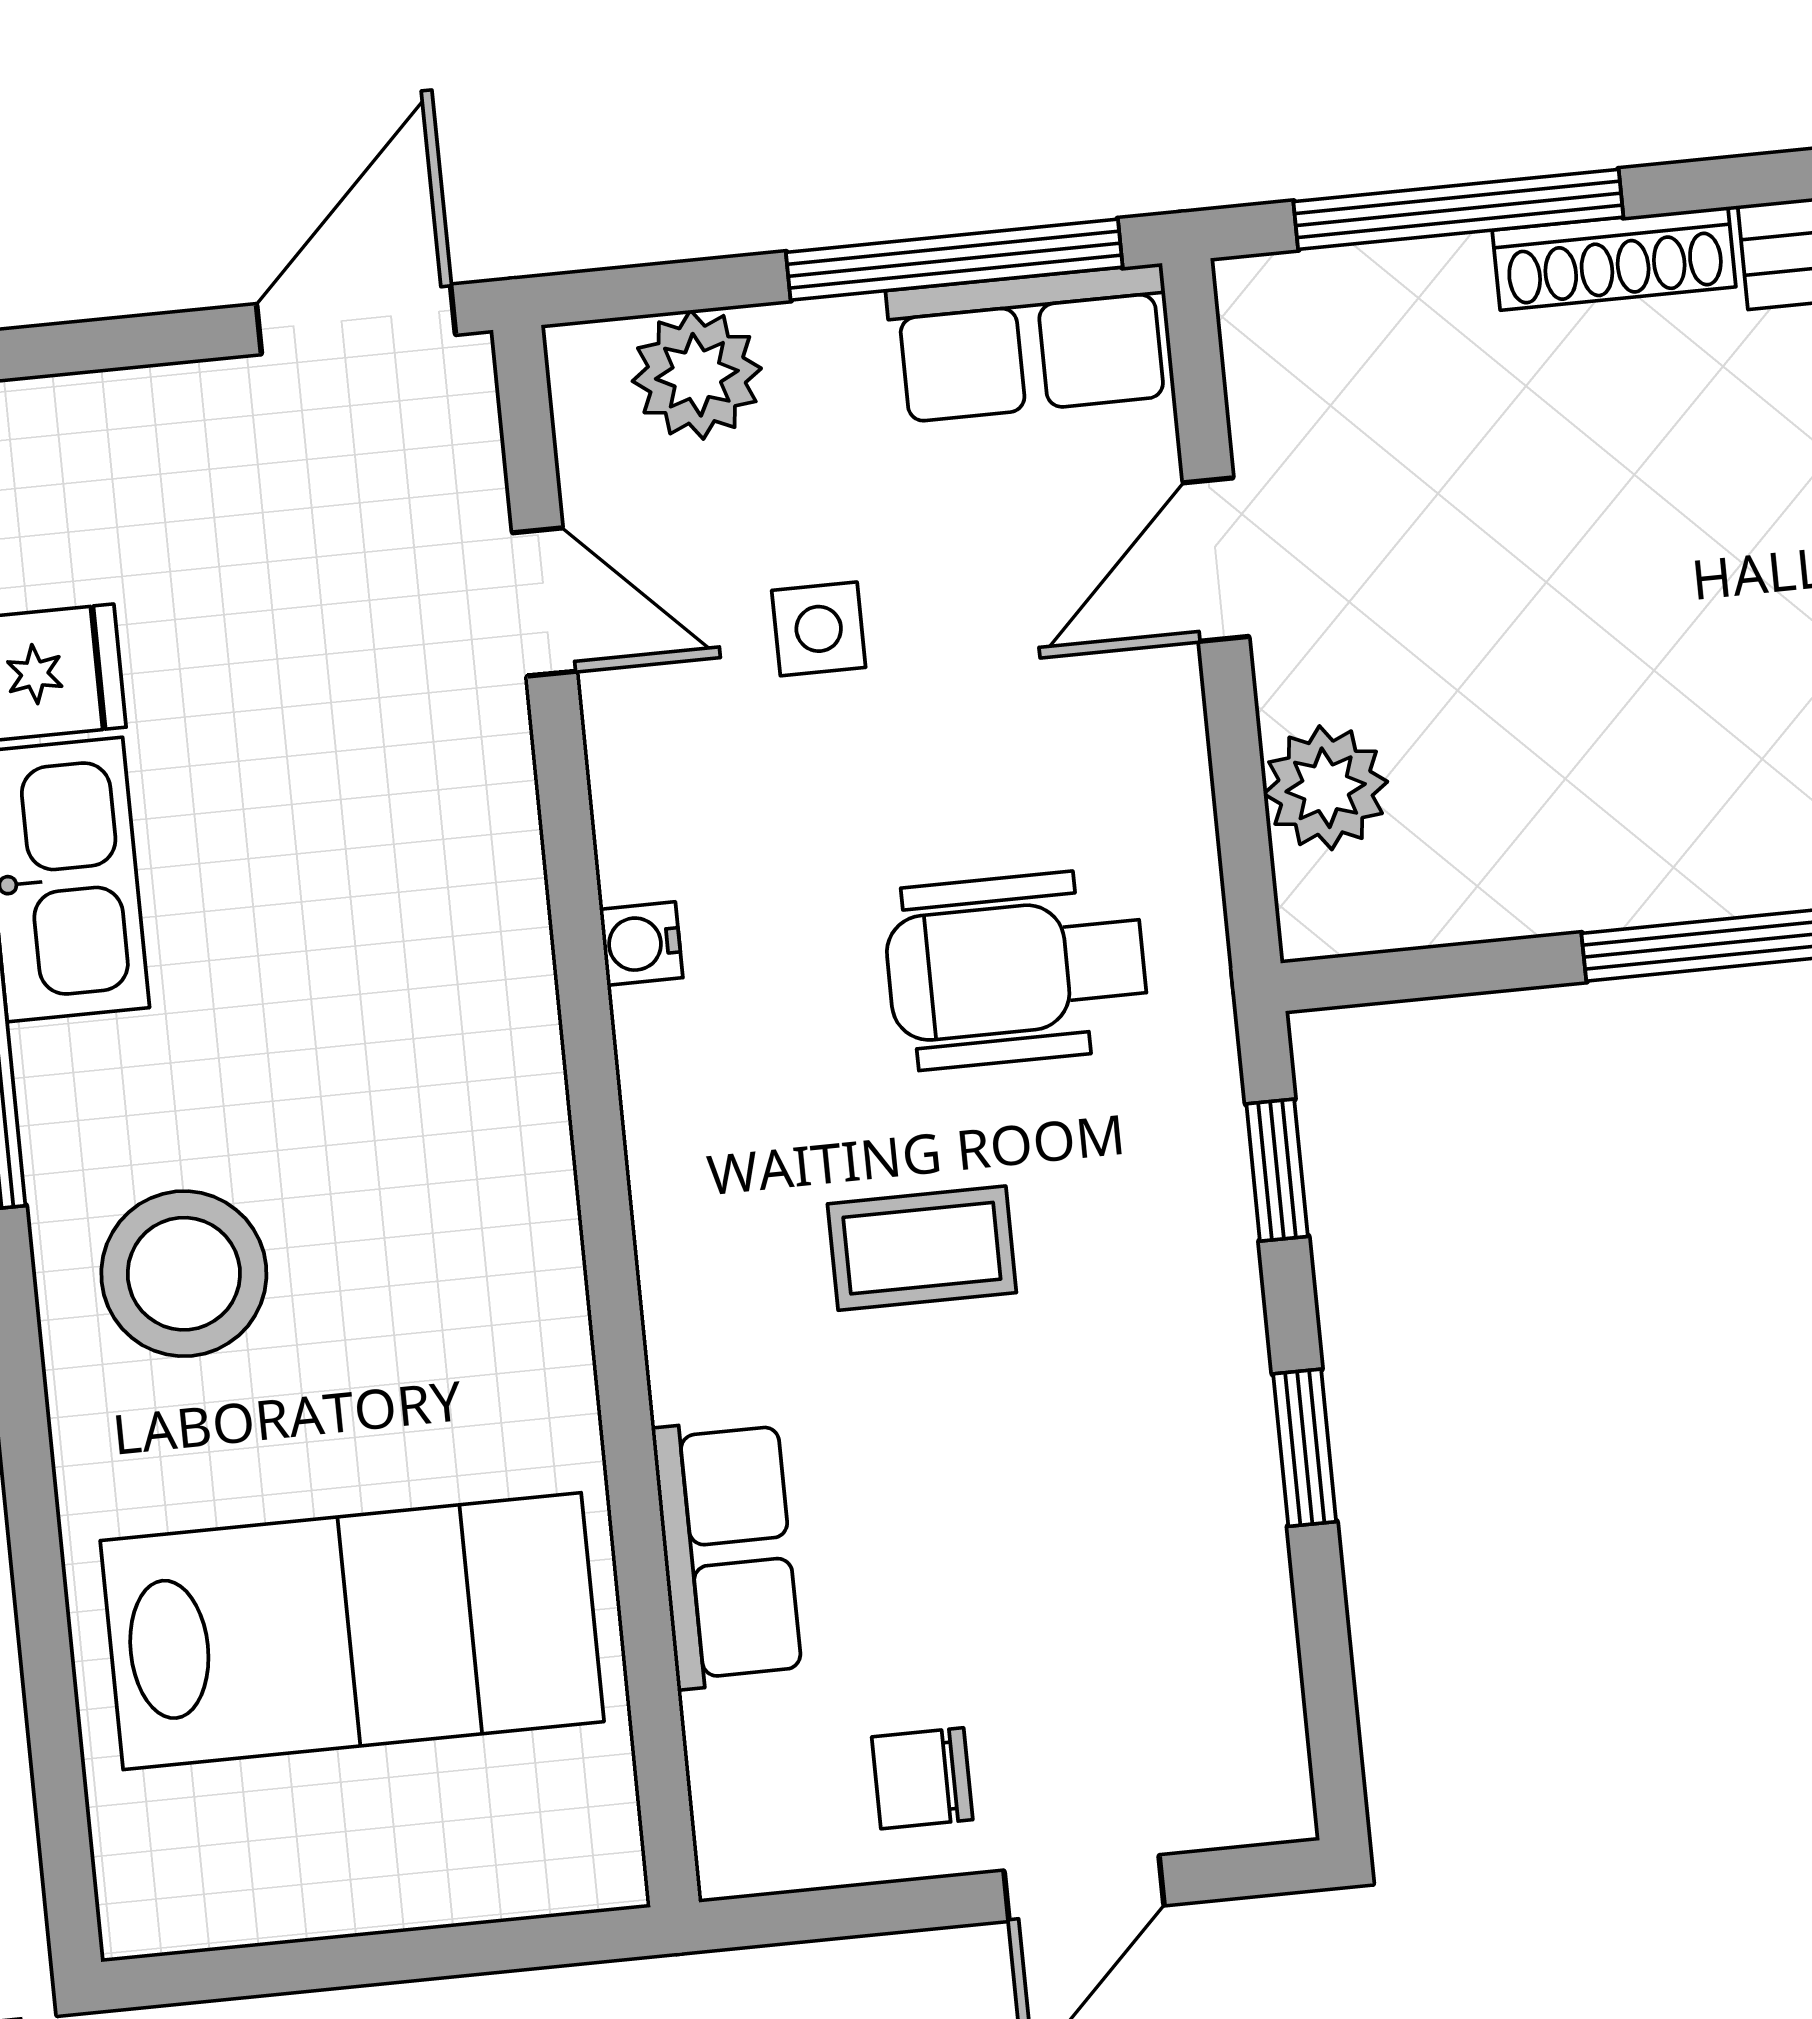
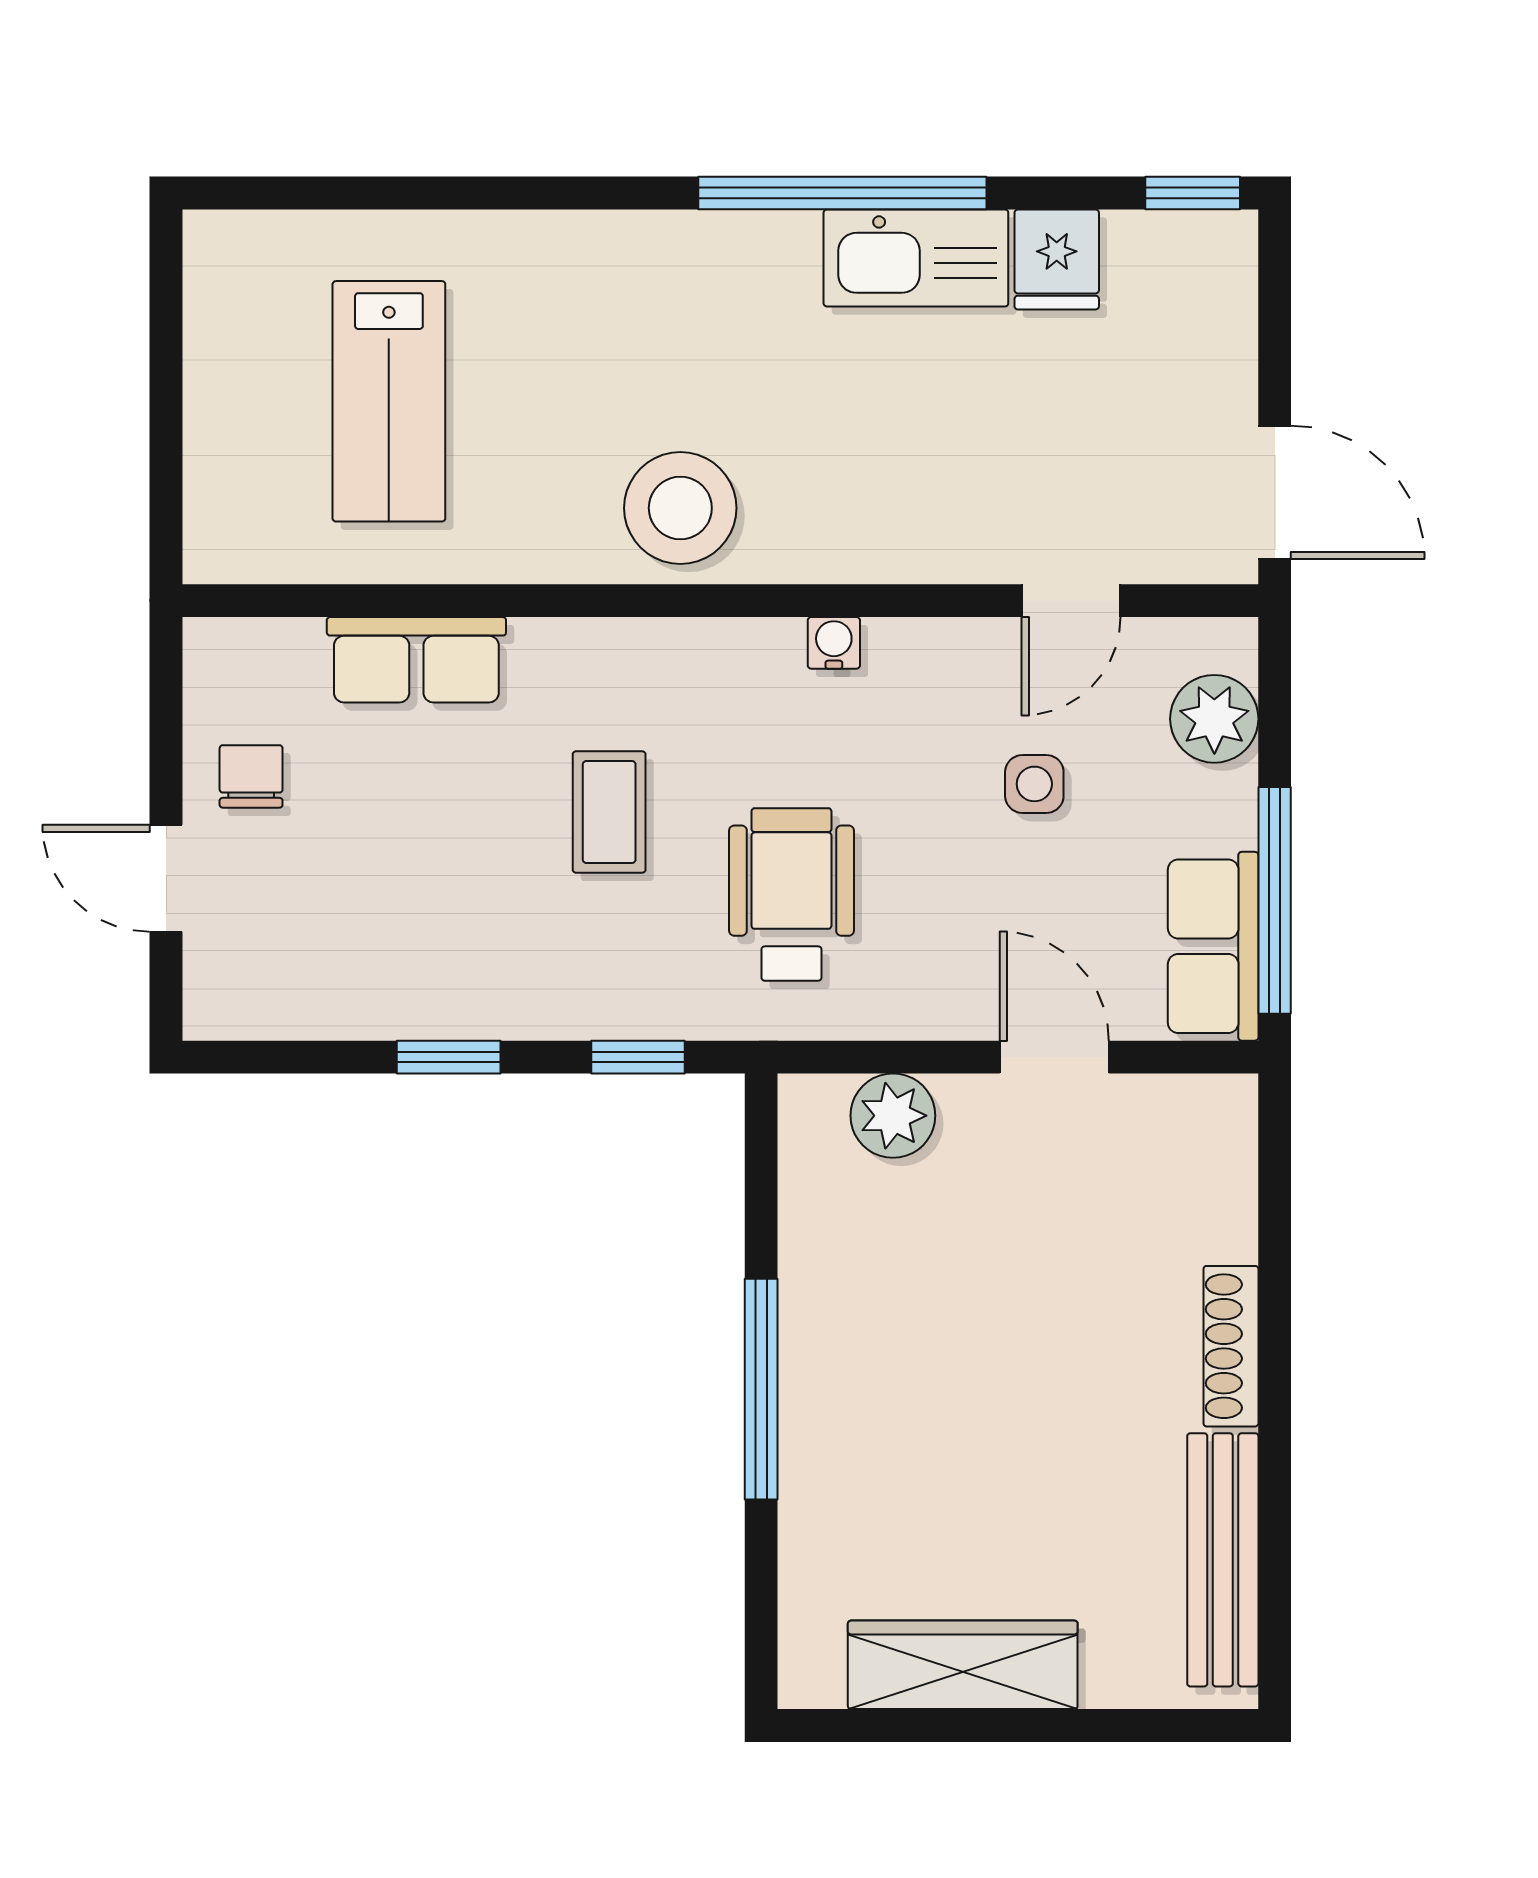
window: (1458, 209) -> (1275, 1244), removed
stool: (184, 1274) -> (680, 508), moved
lab bench: (352, 1631) -> (389, 401), width x0.73, depth x0.72

